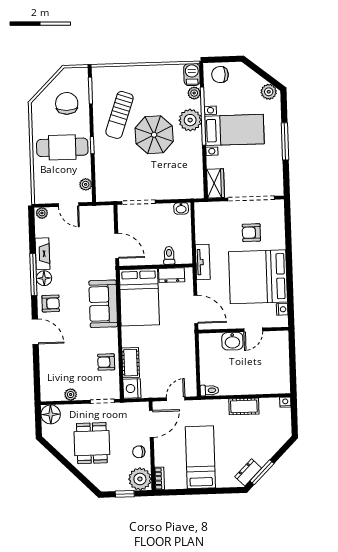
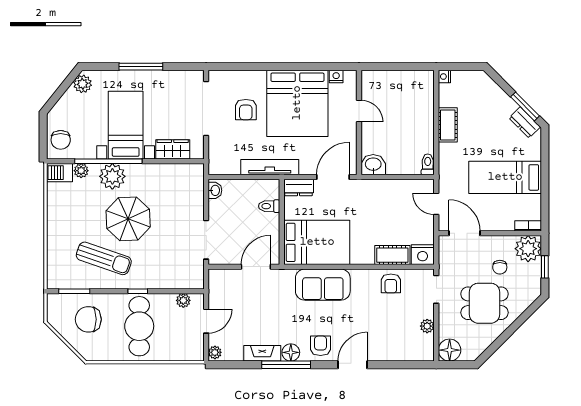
wardrobe: (215, 183) -> (173, 149), moved
tv unit: (203, 262) -> (270, 167), width x1.41
dresser: (172, 275) -> (299, 187), moved, turned 90
washbasin: (232, 341) -> (373, 165), moved, turned -90
chair: (139, 452) -> (500, 267), moved

